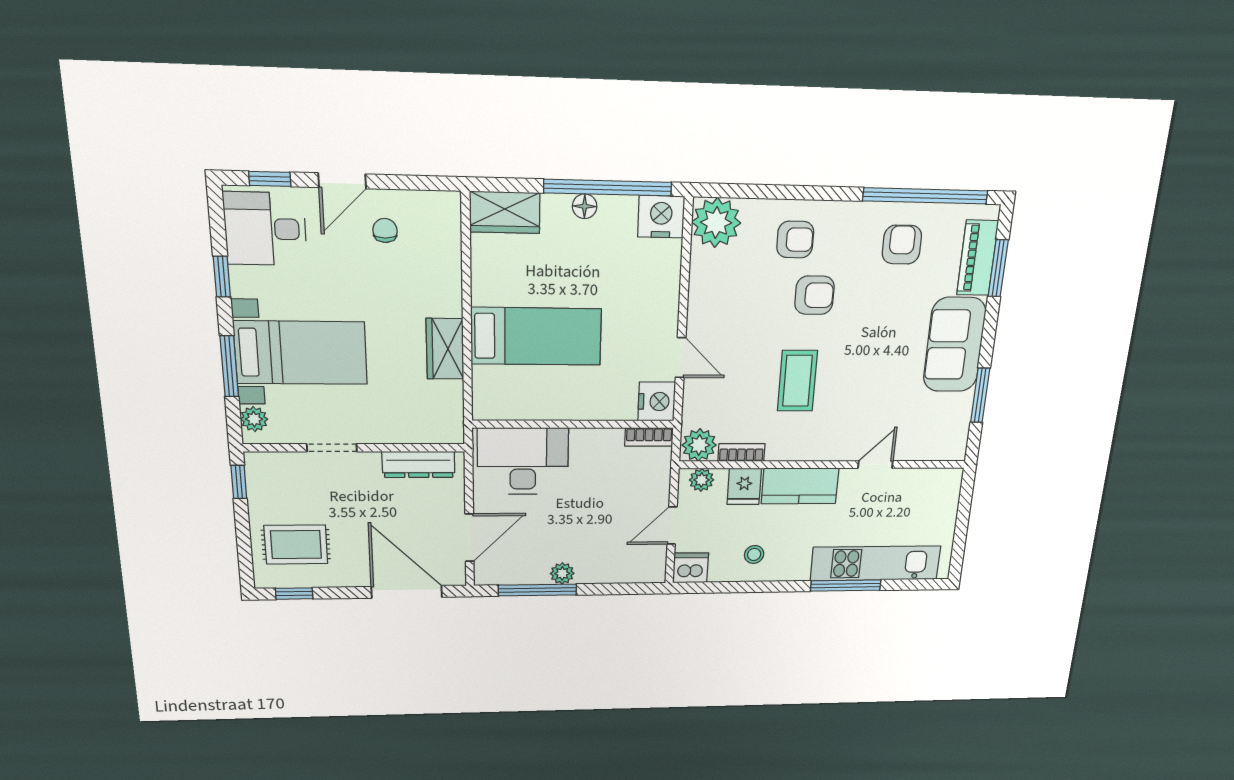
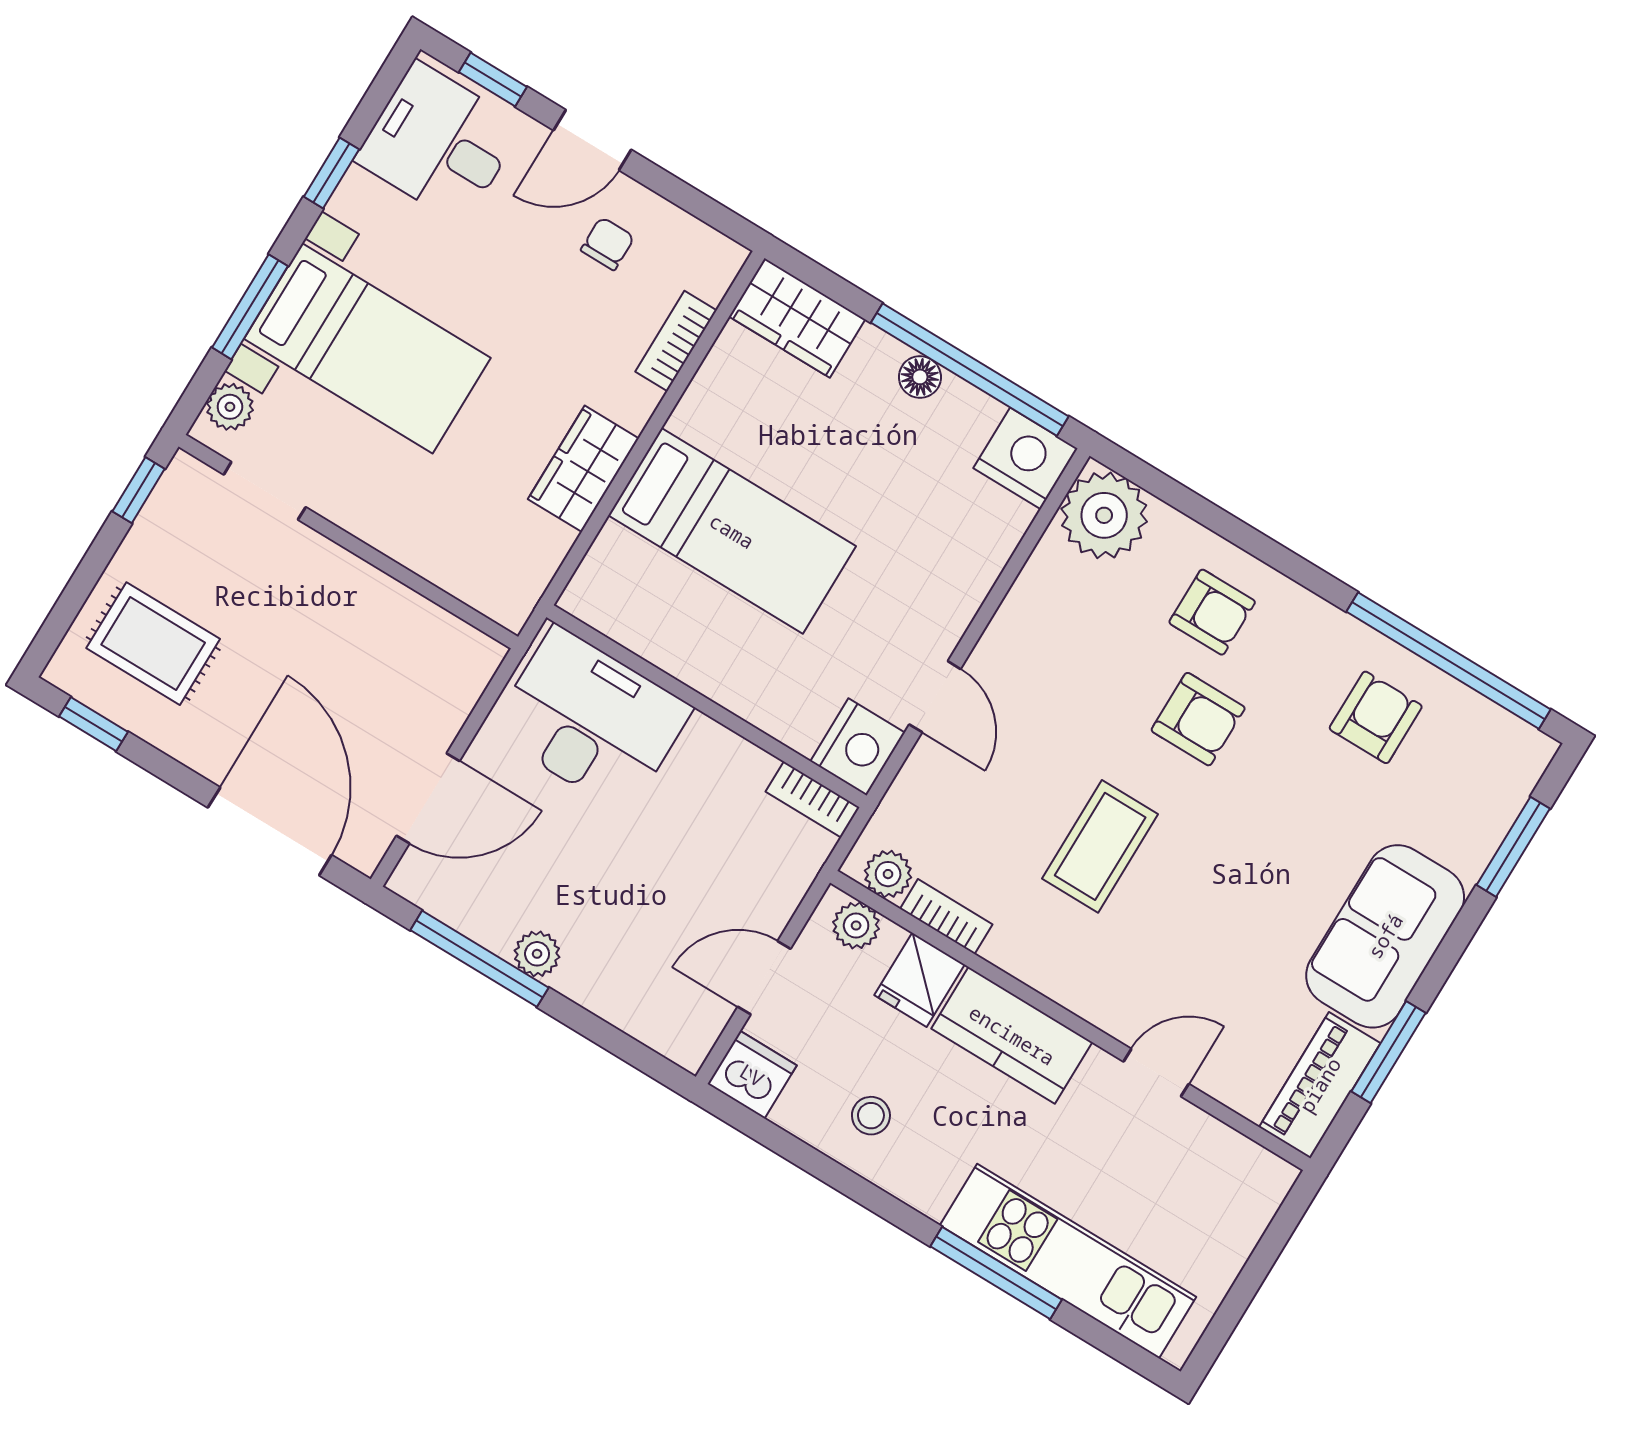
piano: (977, 258) -> (1320, 1085), moved
bookcase: (451, 260) -> (676, 341), added
plant: (699, 445) -> (888, 874), width x0.73, depth x0.73
doorway: (332, 448) -> (265, 491), moved
dresser: (418, 464) -> (427, 627), removed

